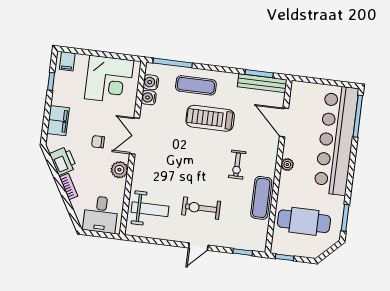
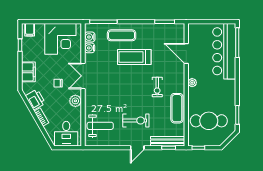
bench: (262, 83) -> (168, 141), moved
bar counter: (336, 140) -> (224, 51), width x0.73
exercise bike: (201, 208) -> (136, 121), turned 180

